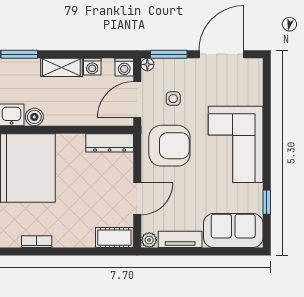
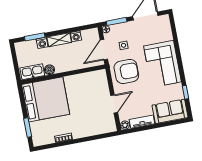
washing machine: (124, 67) -> (42, 43), moved
dresser: (110, 143) -> (93, 76), removed
cot: (114, 238) -> (106, 127), removed

